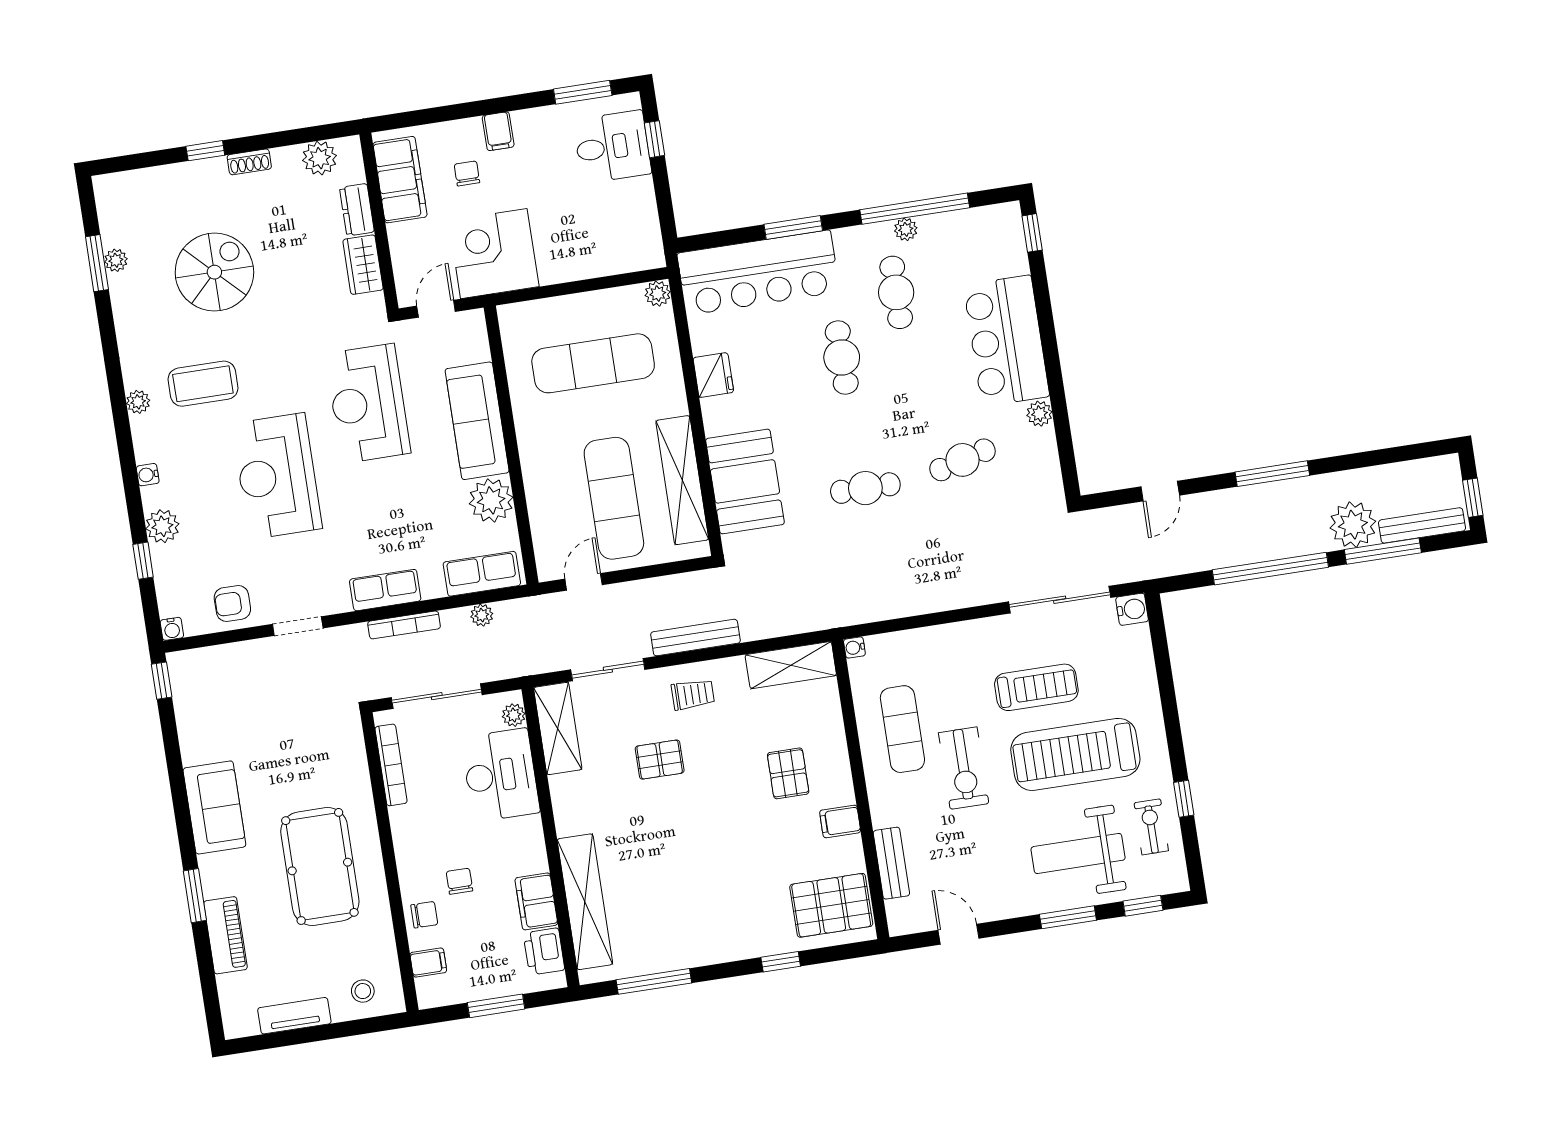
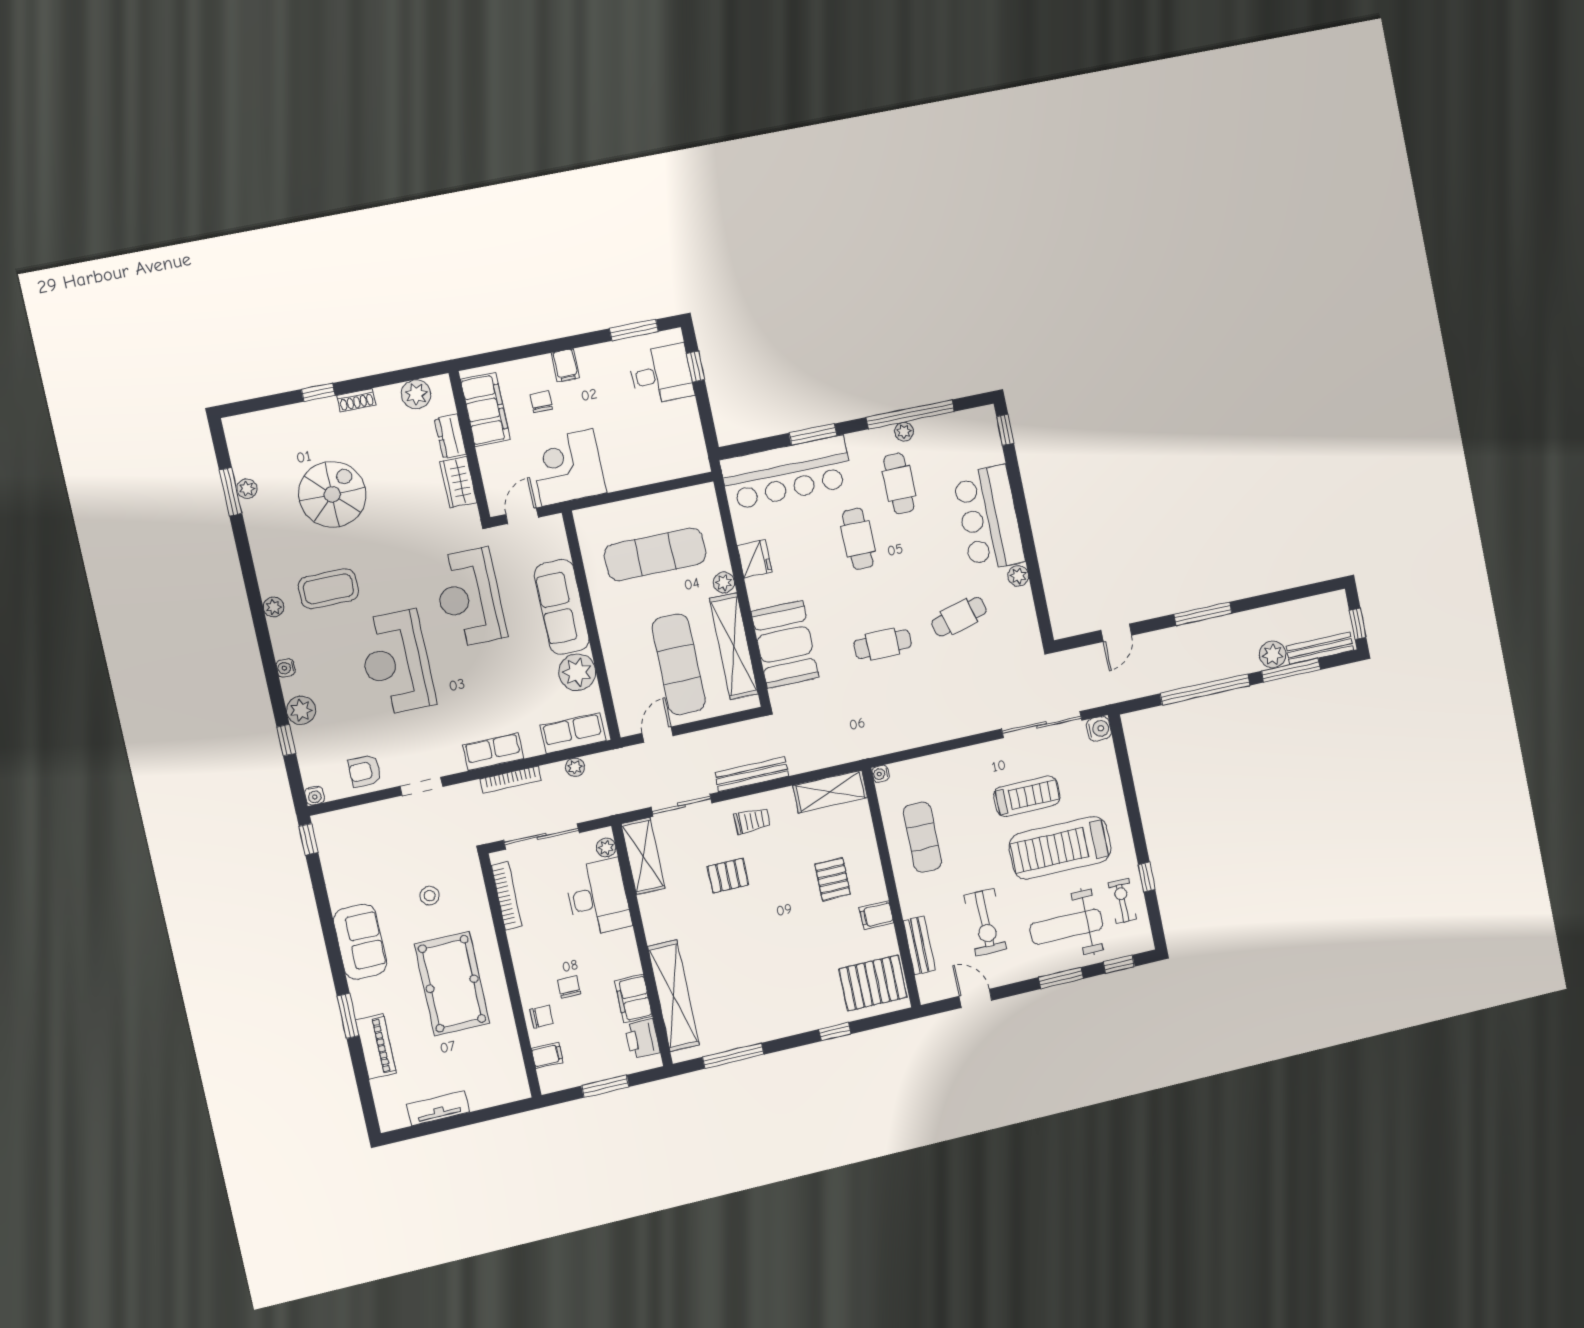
plant: (658, 294) -> (724, 583), moved
plant: (1353, 525) -> (1273, 654), width x0.73, depth x0.73
exercise bike: (964, 768) -> (985, 922), moved
stool: (363, 991) -> (430, 896), moved

